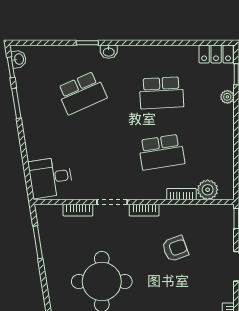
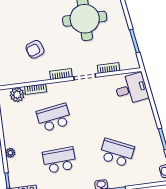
school desk: (82, 93) -> (117, 153), turned 48
plant: (227, 97) -> (10, 153), moved

